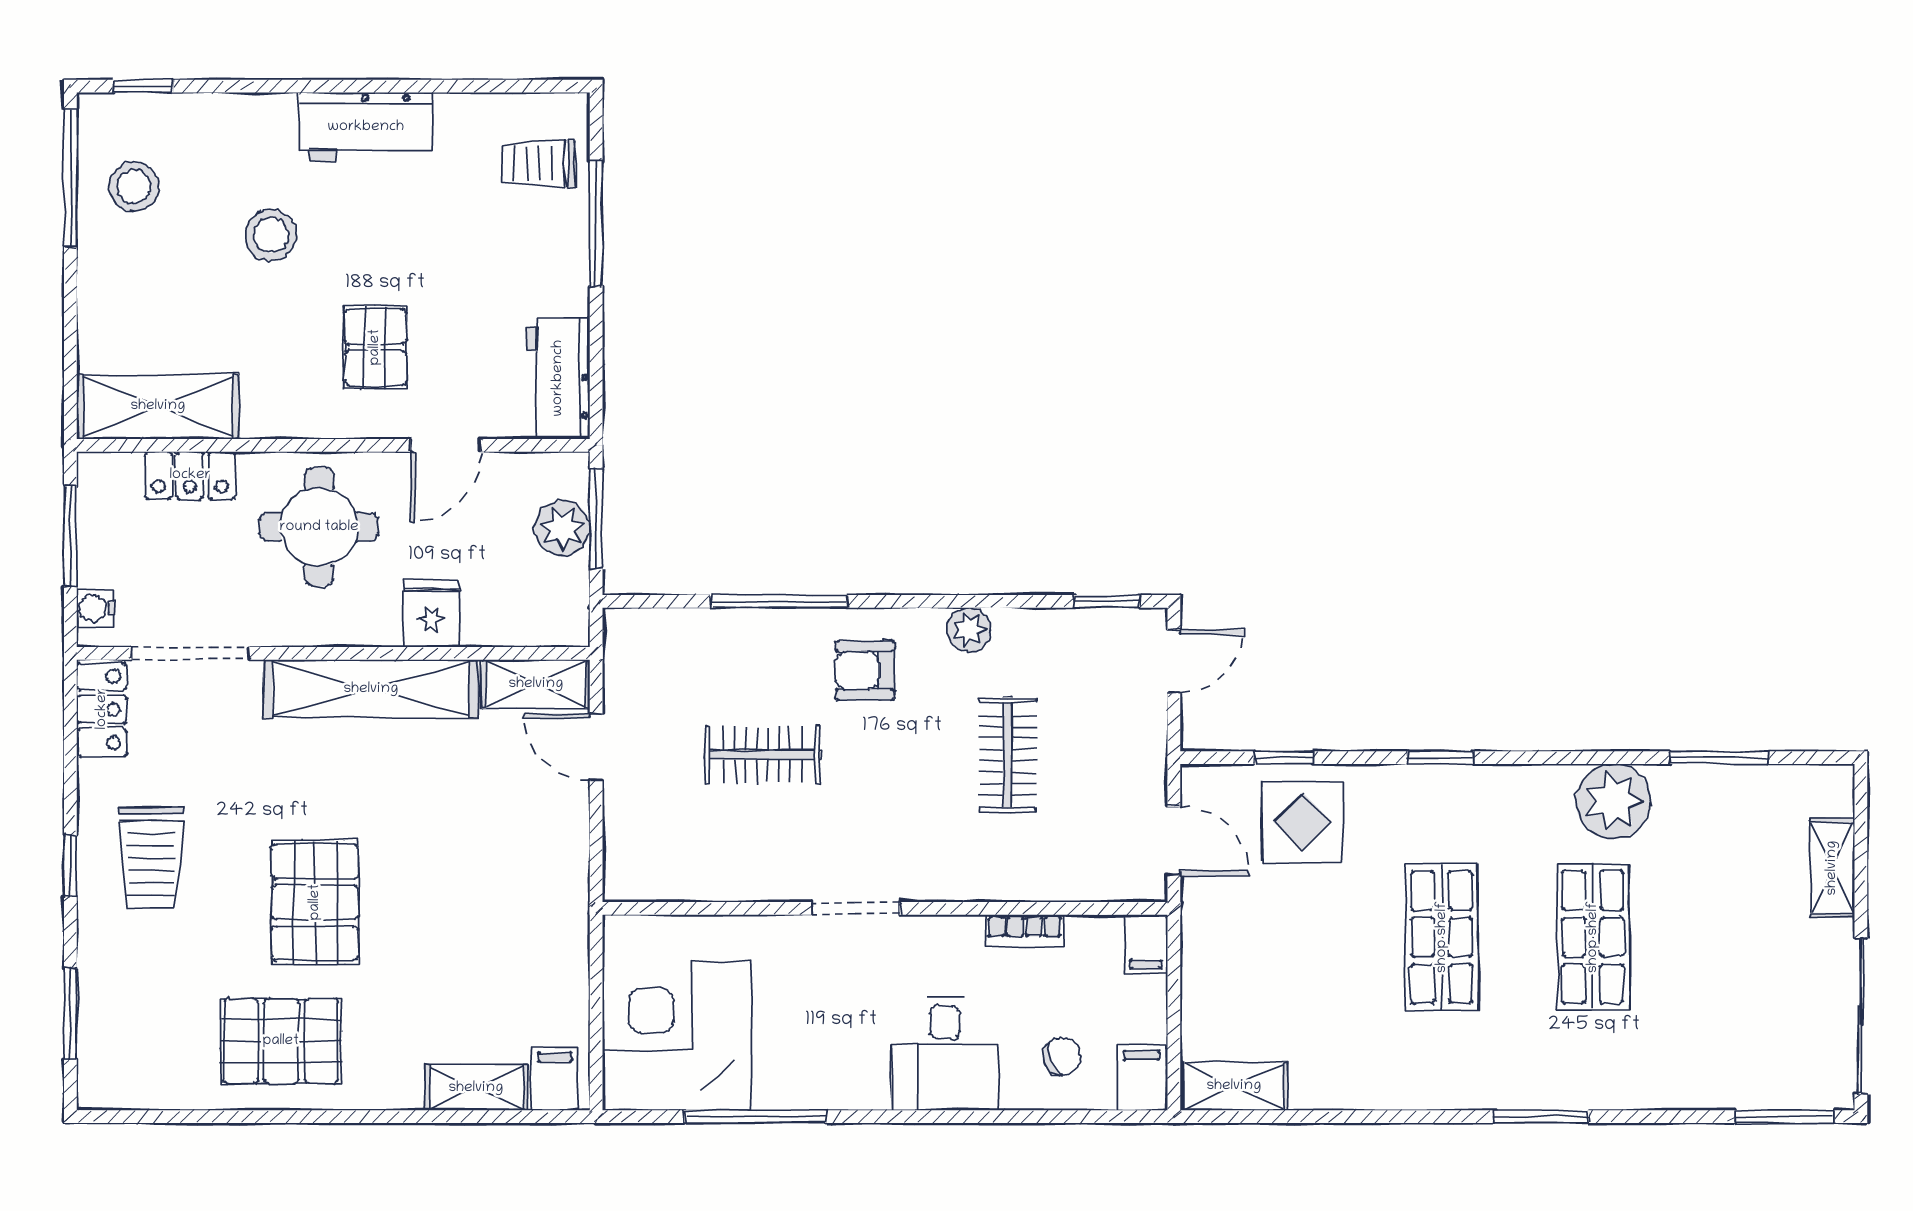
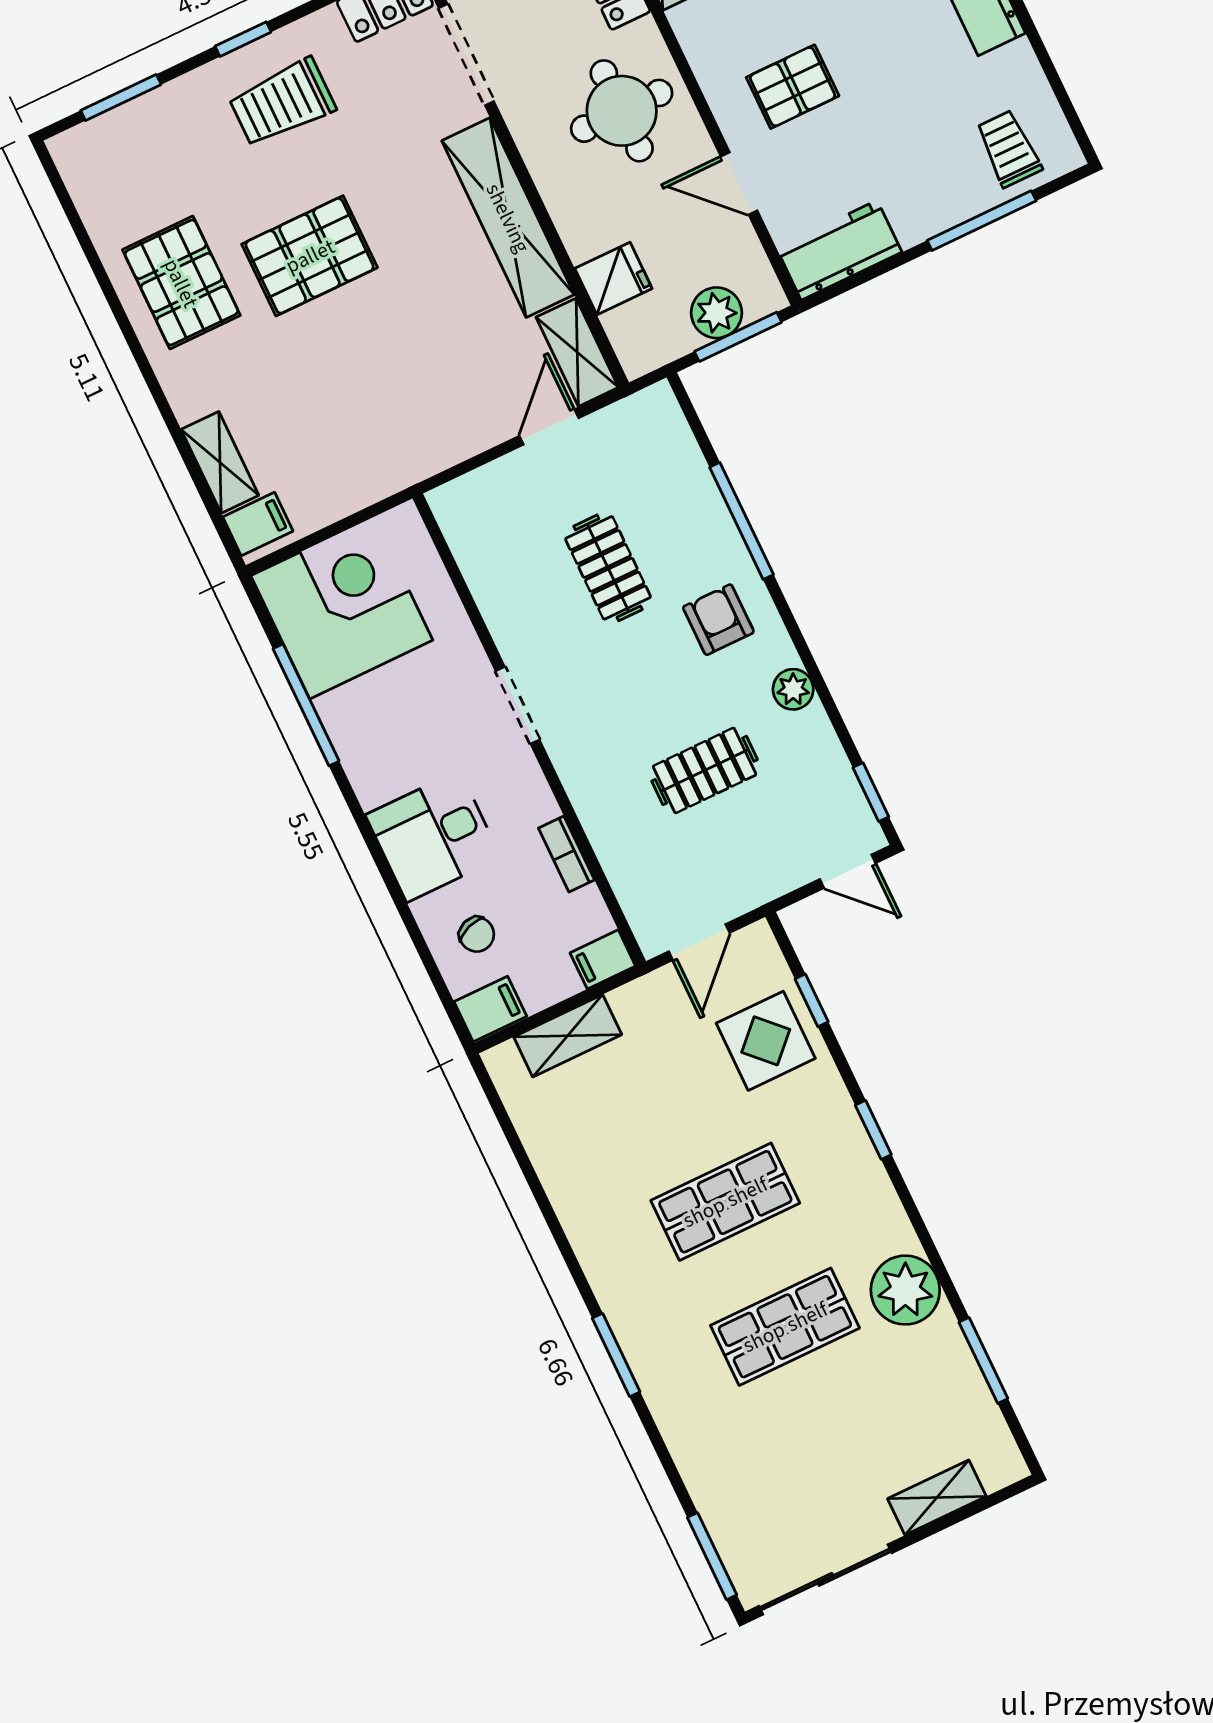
fridge: (432, 614) -> (613, 279), moved
shelving: (1234, 1086) -> (568, 1036), moved, turned 90

